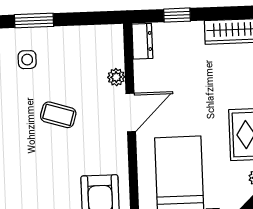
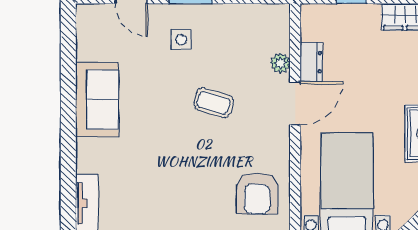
dresser: (142, 41) -> (311, 62), moved

